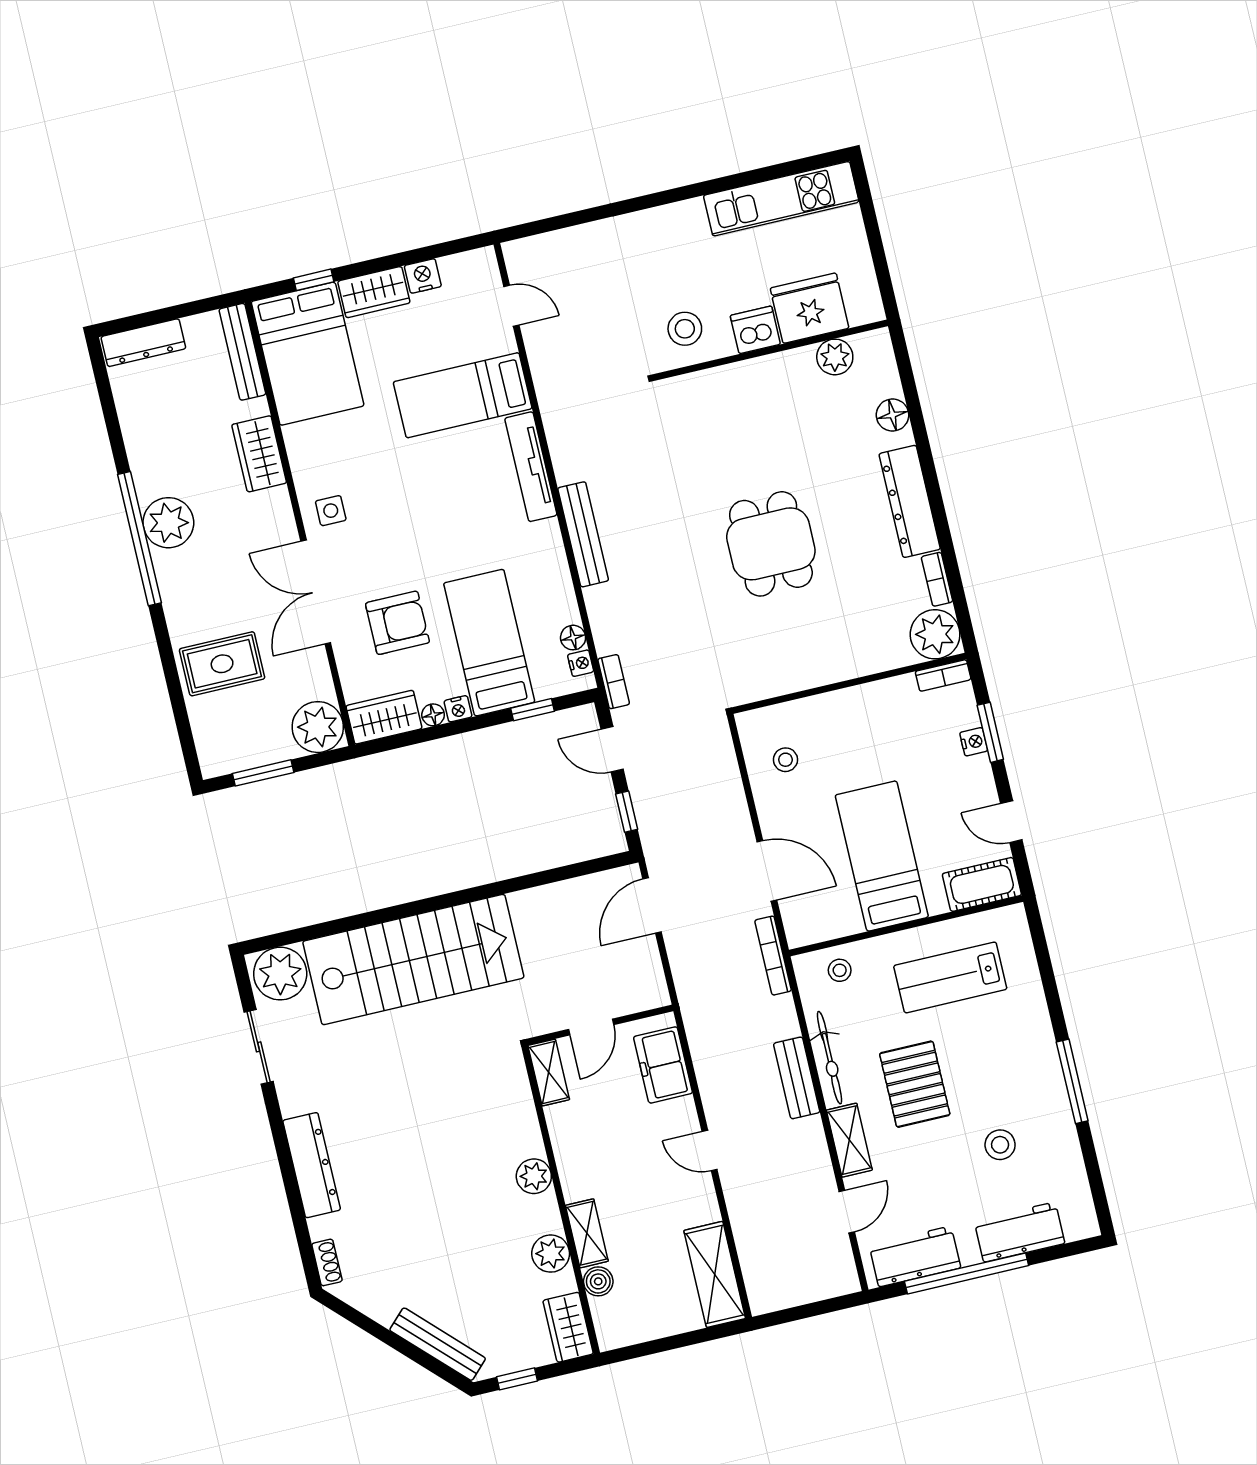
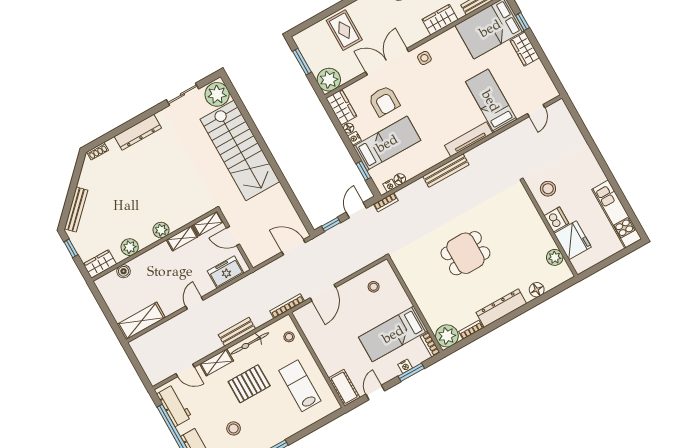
nightstand: (423, 276) -> (538, 68), removed
bed: (882, 856) -> (393, 334), moved, turned 180
shelving: (587, 1233) -> (182, 238), moved

